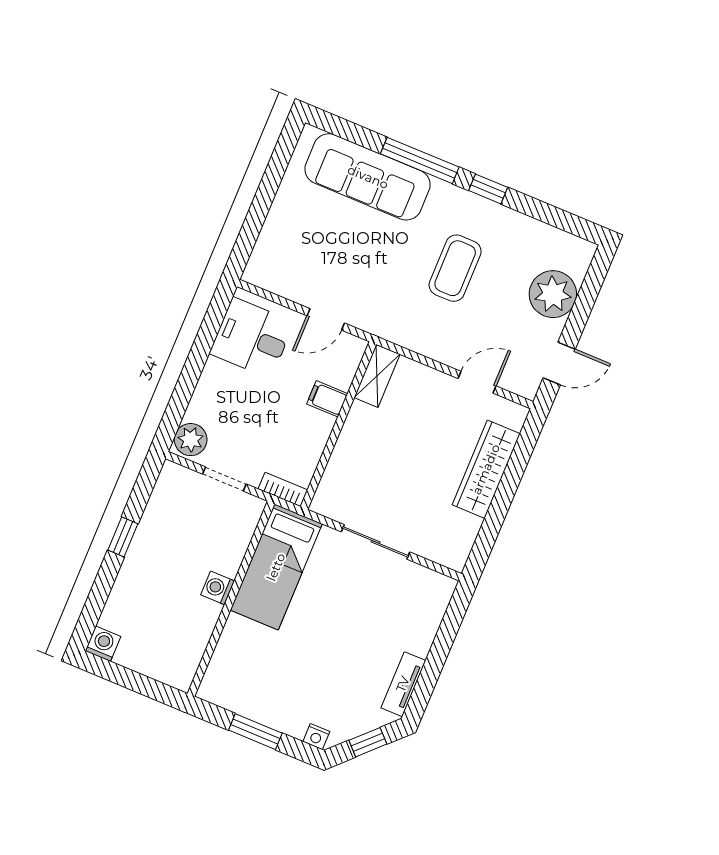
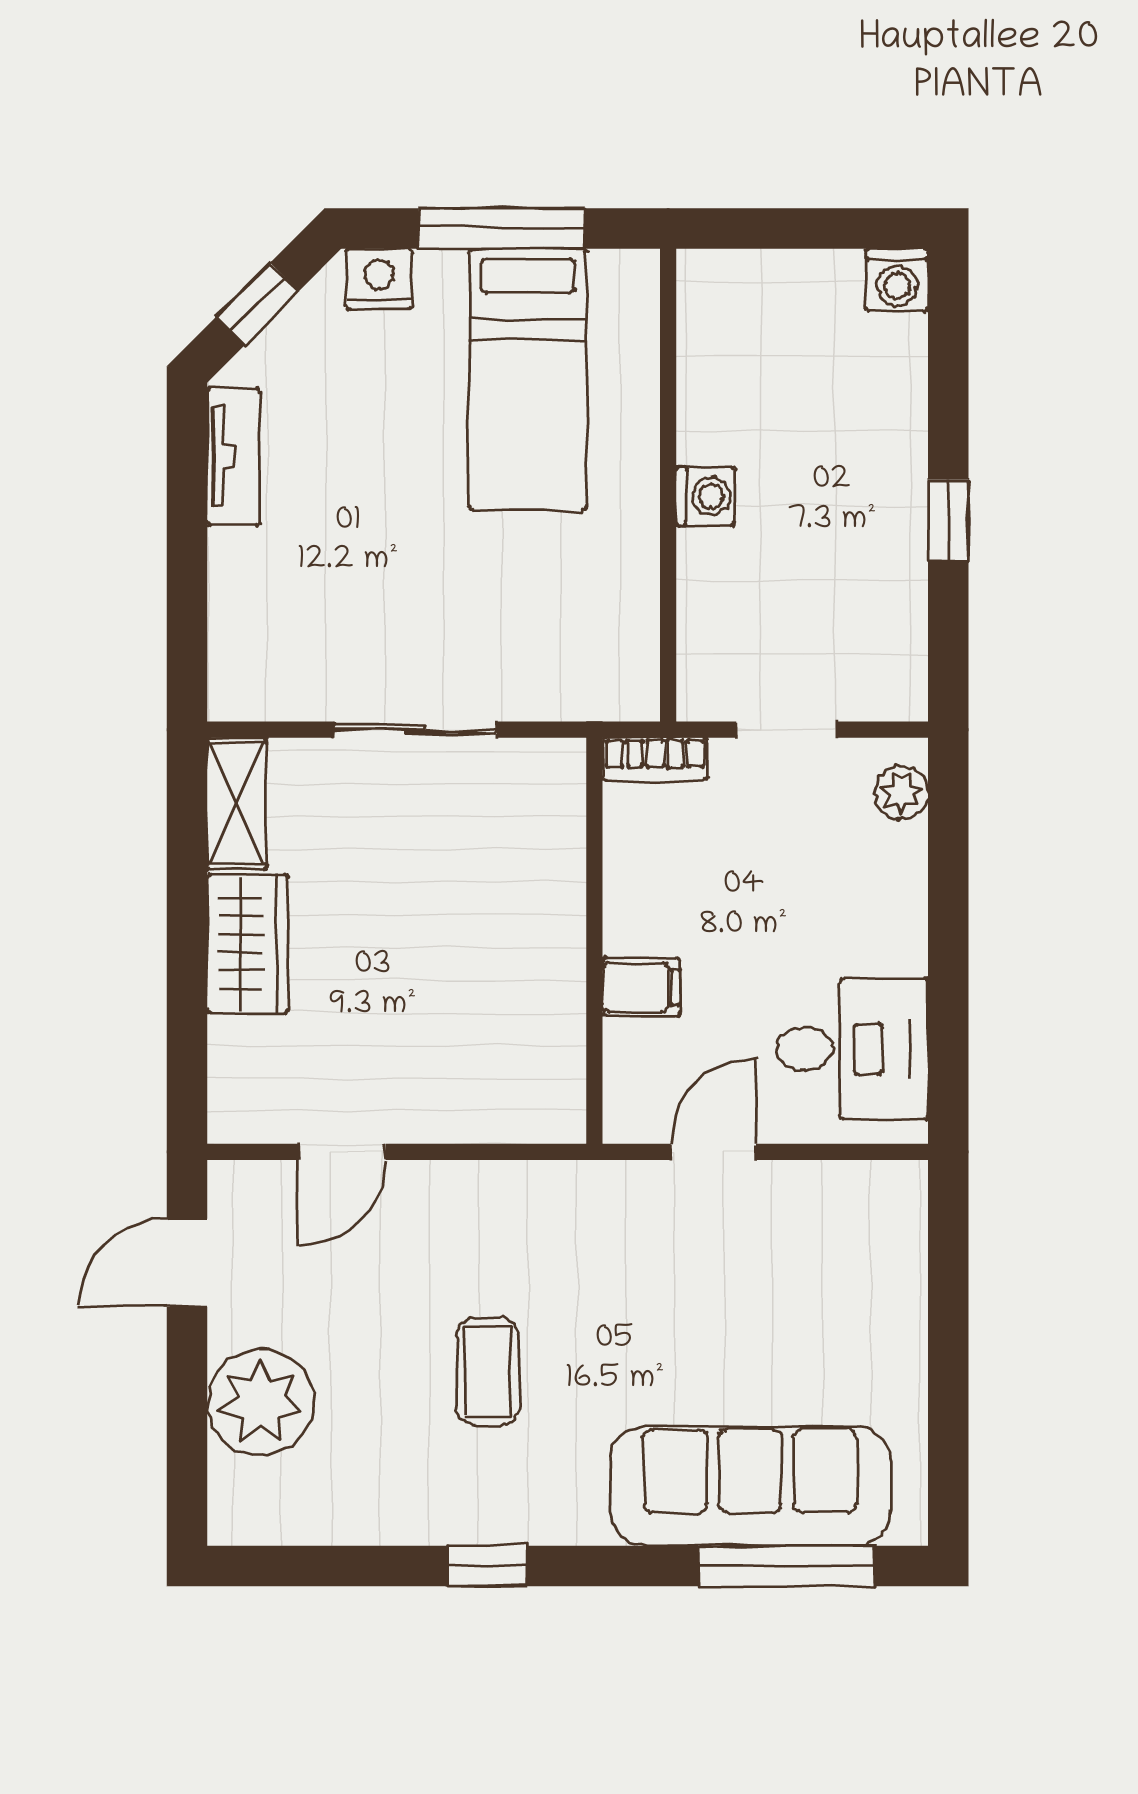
window: (420, 160) -> (787, 1566), moved
coffee table: (455, 268) -> (487, 1372), width x0.73, depth x0.77
shelving: (377, 376) -> (237, 803), moved
plant: (191, 440) -> (901, 793), width x0.73, depth x0.73
wardrobe: (486, 469) -> (247, 943), width x0.67
bed: (276, 567) -> (528, 379), moved, turned 180
window: (255, 732) -> (502, 228), width x1.44
nightstand: (316, 737) -> (379, 279), width x1.39, depth x1.35

